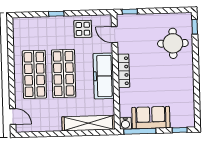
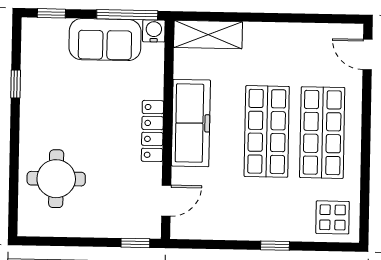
window: (195, 27) -> (16, 84), moved
display table: (83, 29) -> (333, 217), moved
door: (115, 35) -> (166, 201), hinge flipped
shelving: (88, 123) -> (208, 35), width x0.68

